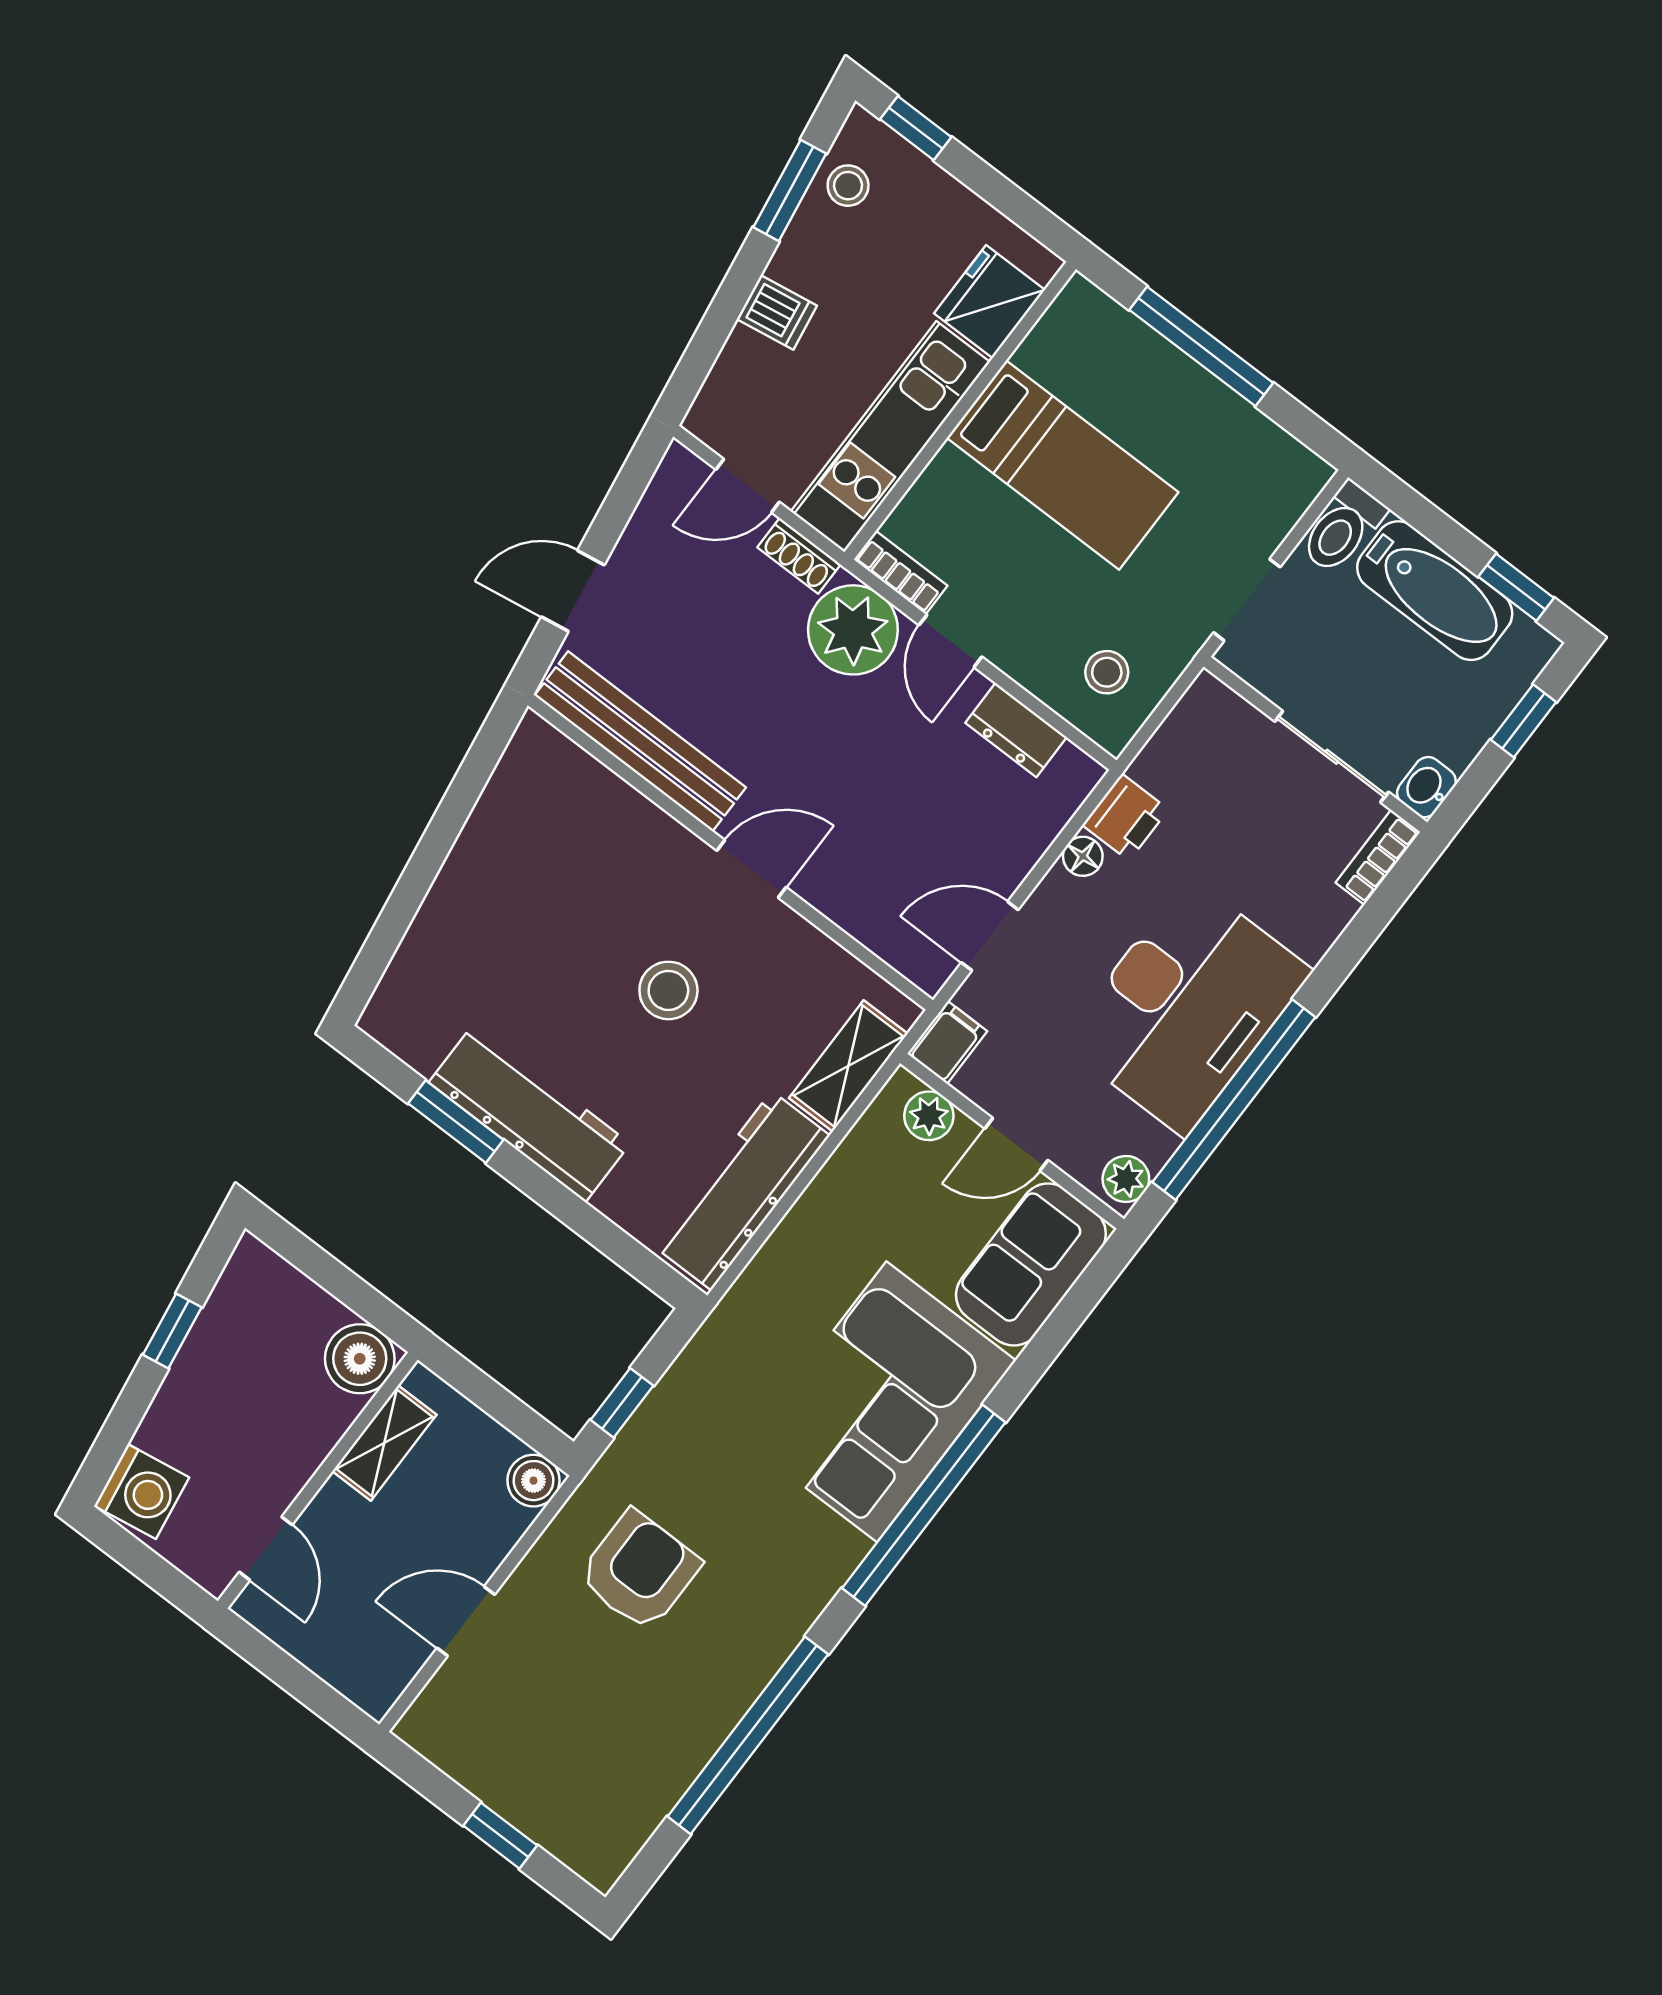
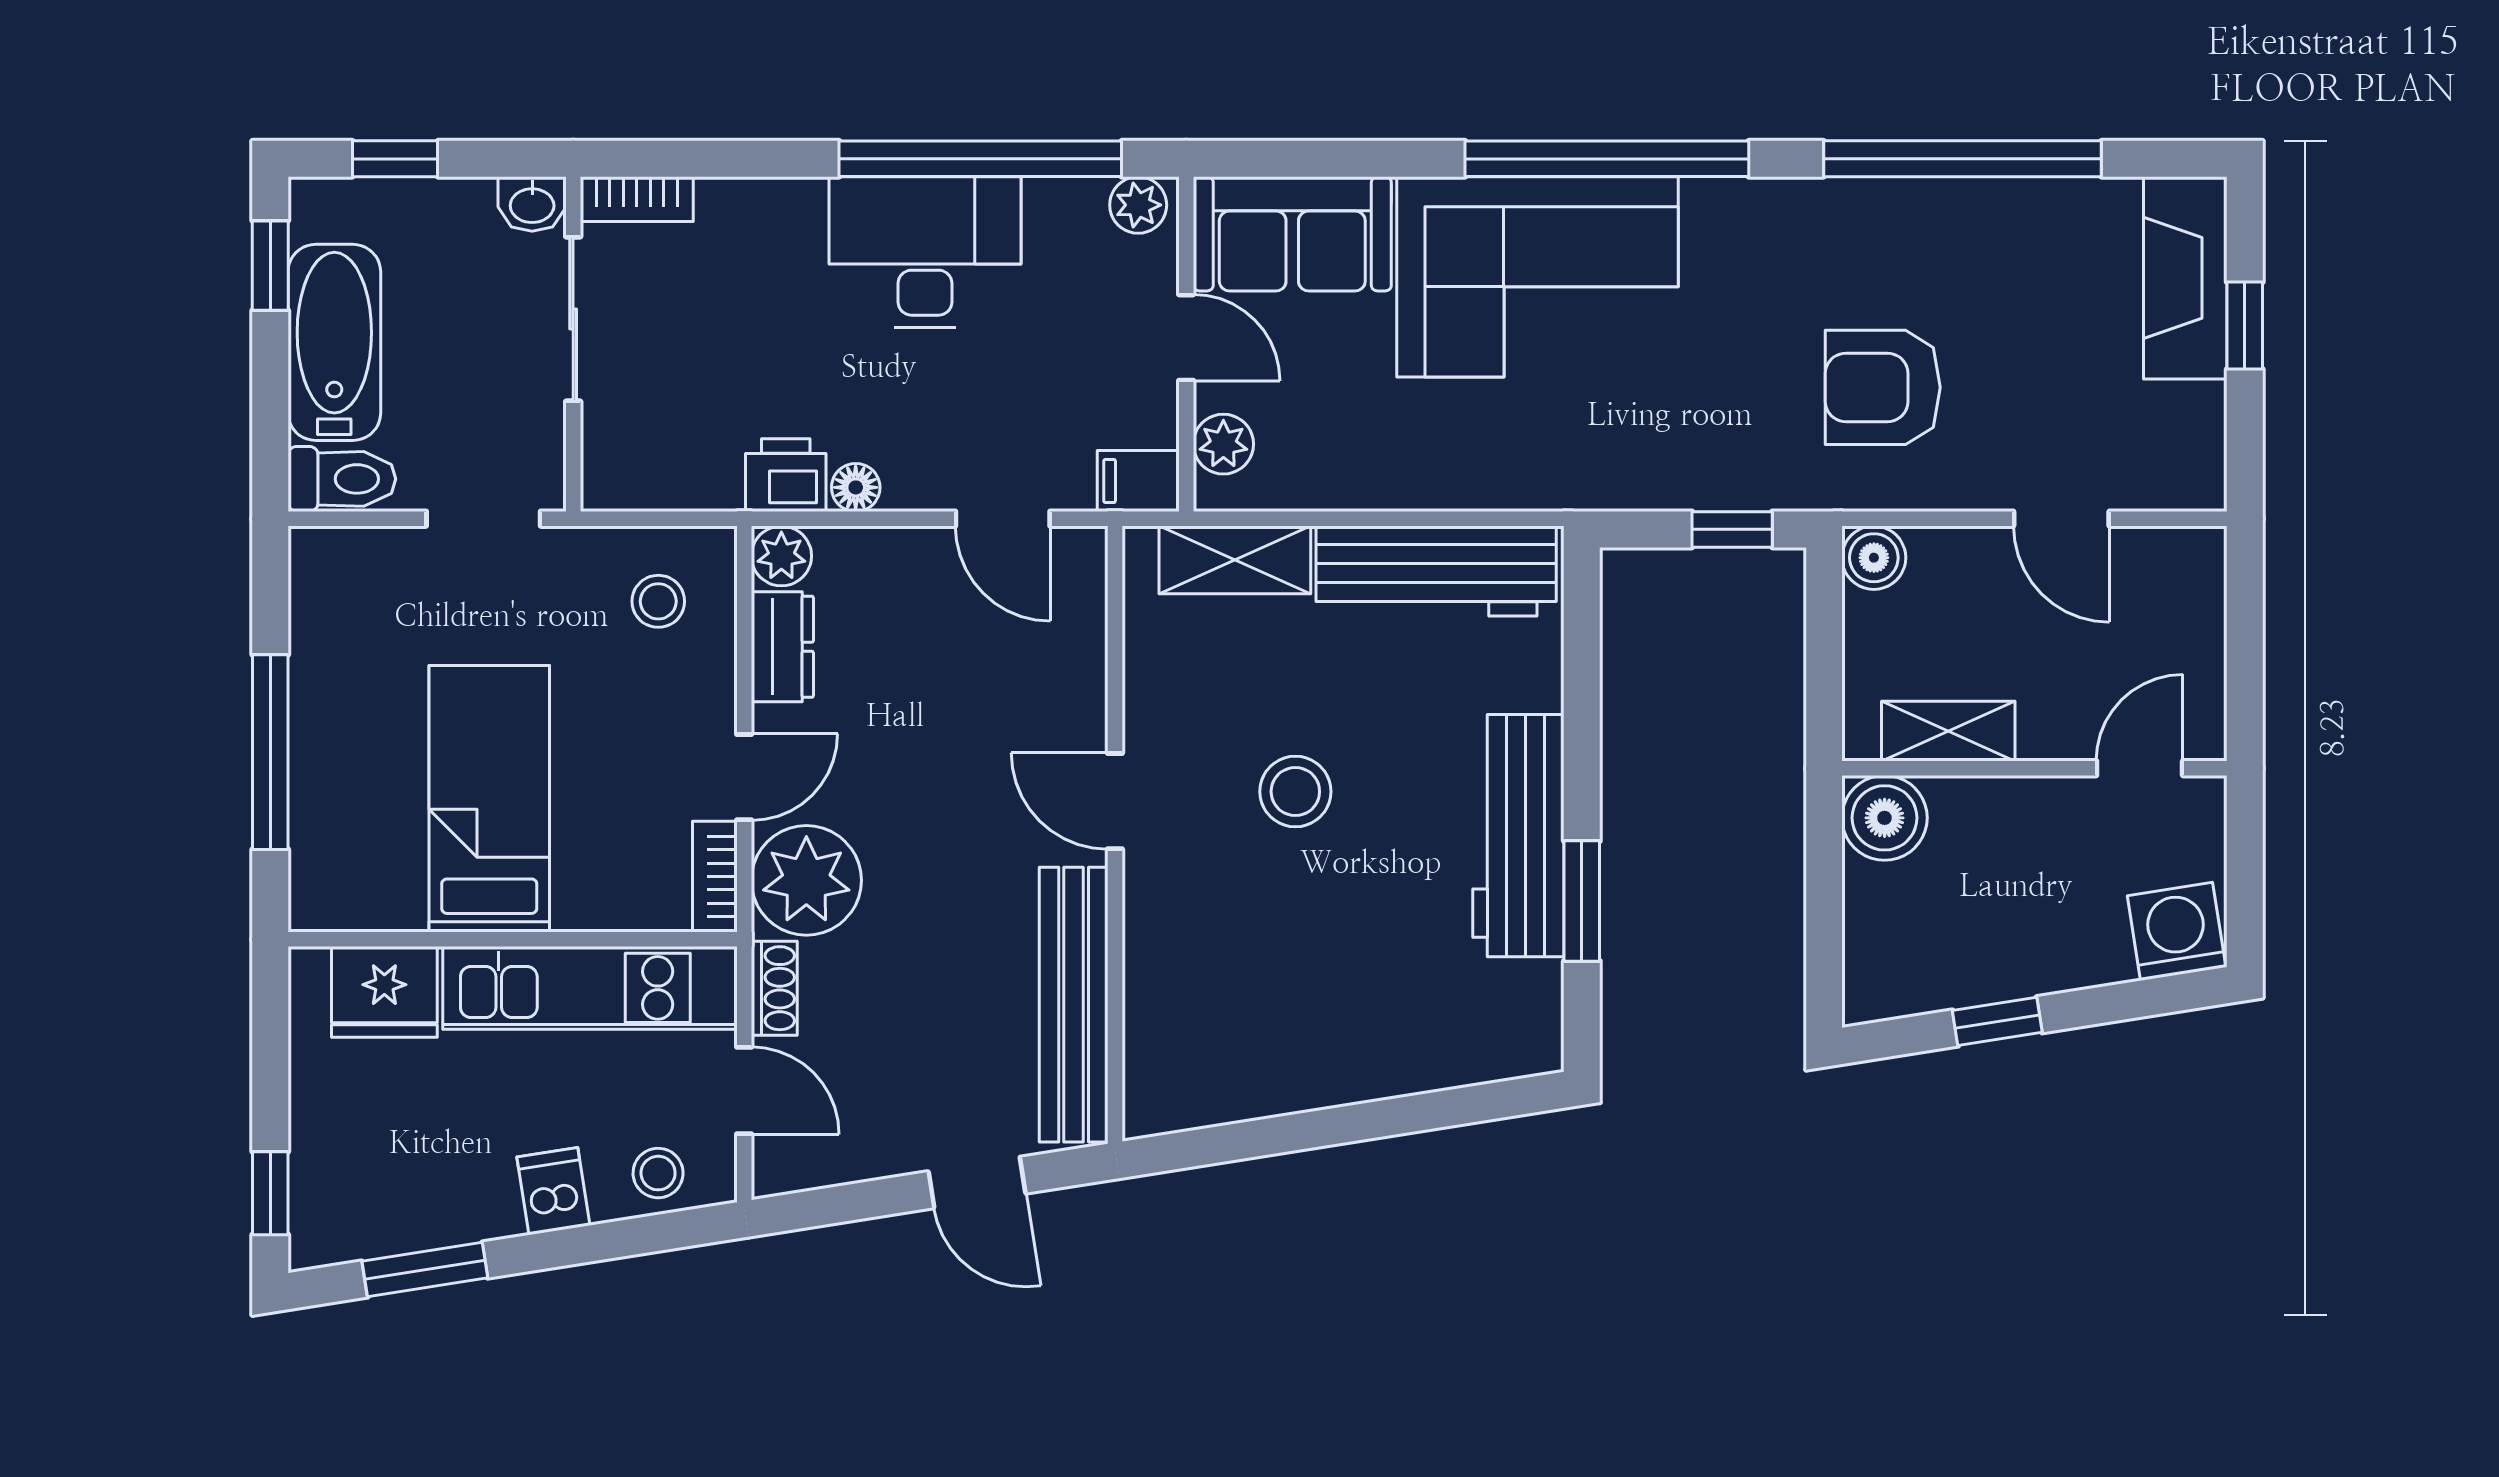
stool: (848, 186) -> (658, 1173), moved
plant: (1075, 774) -> (781, 556), added
desk: (1186, 1007) -> (925, 252), width x0.73, depth x0.77
fireplace: (561, 1821) -> (2185, 278), added

